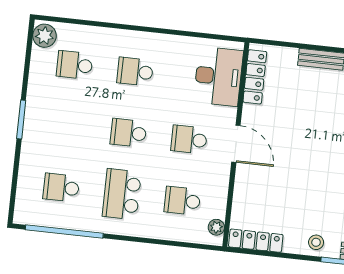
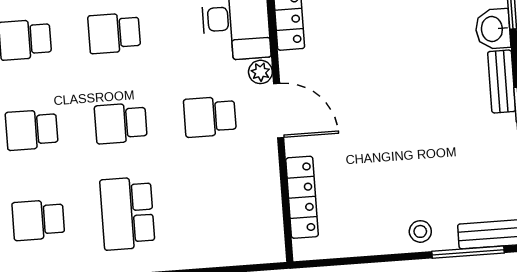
school desk: (182, 201) -> (32, 130), moved
plant: (216, 227) -> (260, 72), moved
locker: (256, 241) -> (302, 197), moved, turned 90

